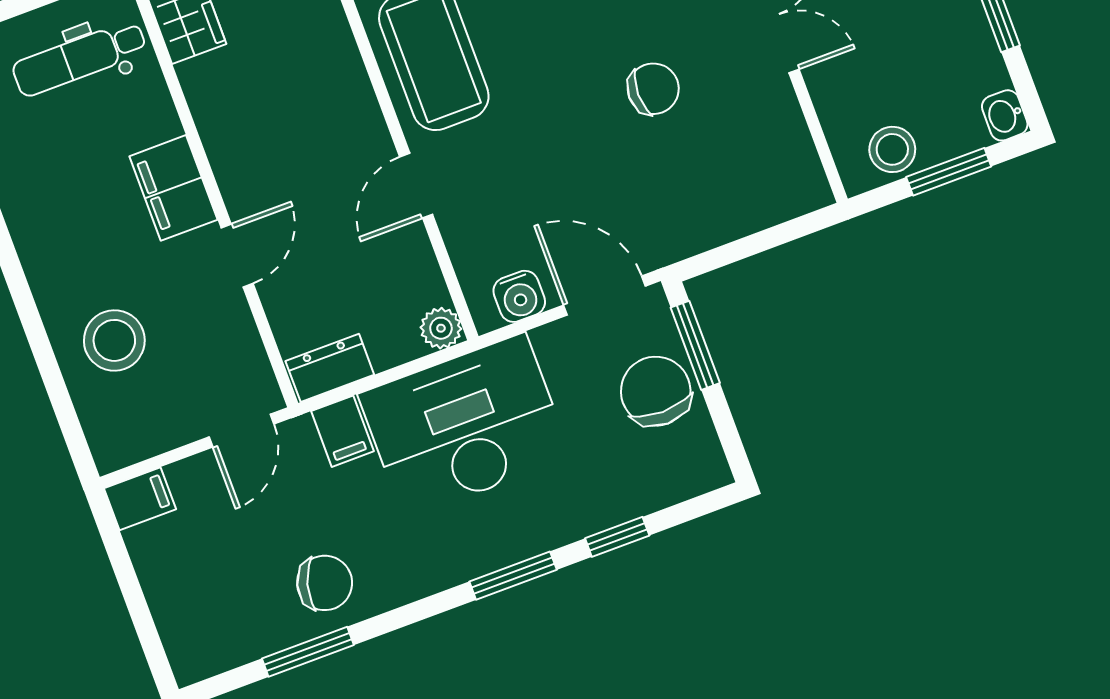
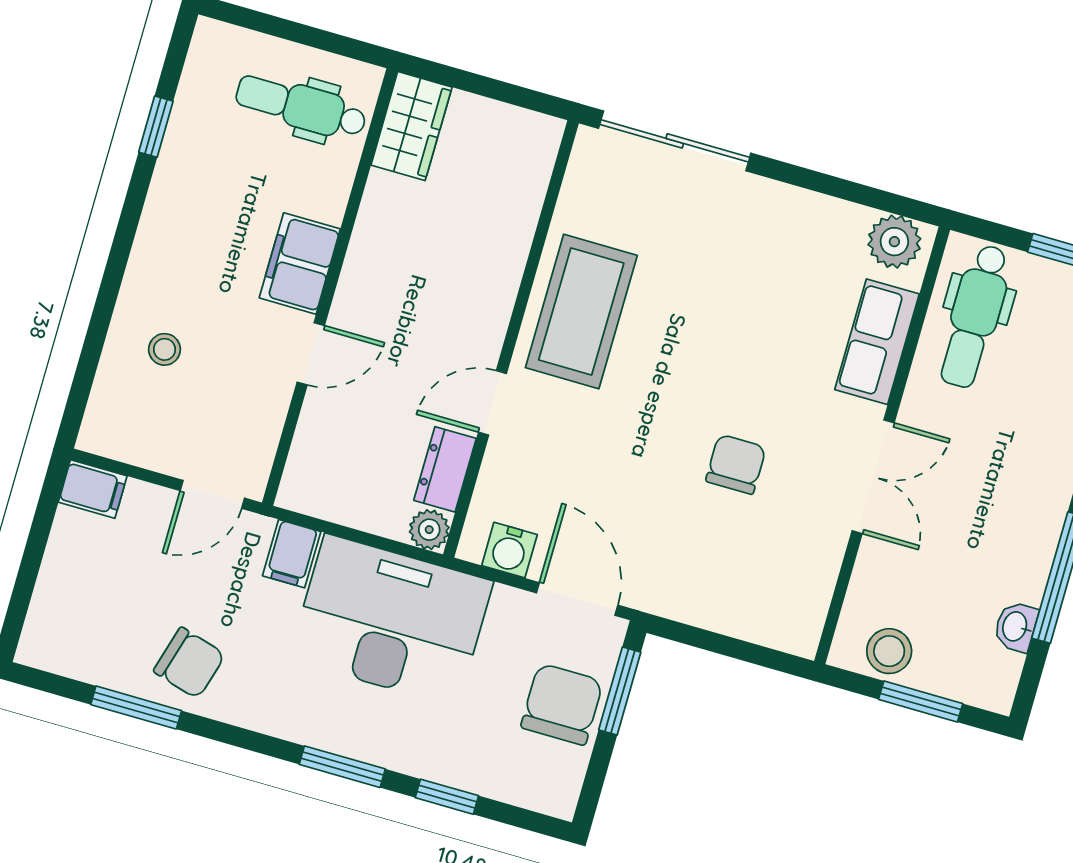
chair: (653, 89) -> (736, 464), turned -90
washbasin: (1005, 115) -> (1016, 627), moved
stool: (114, 340) -> (165, 349), width x0.53, depth x0.53
dresser: (330, 368) -> (445, 469), moved, turned -90

